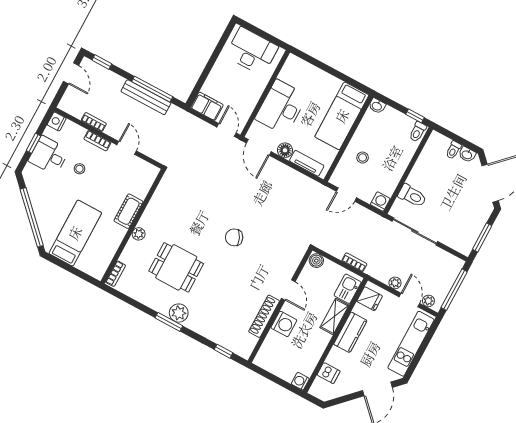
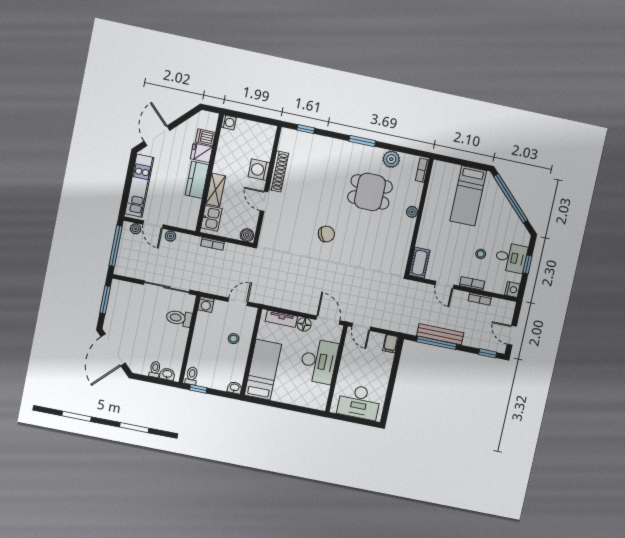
filing cabinet: (207, 106) -> (391, 344), width x0.50
washbasin: (467, 155) -> (167, 374), moved
cot: (129, 211) -> (419, 263), moved
fridge: (370, 299) -> (201, 153), moved
plant: (179, 313) -> (391, 159), moved

